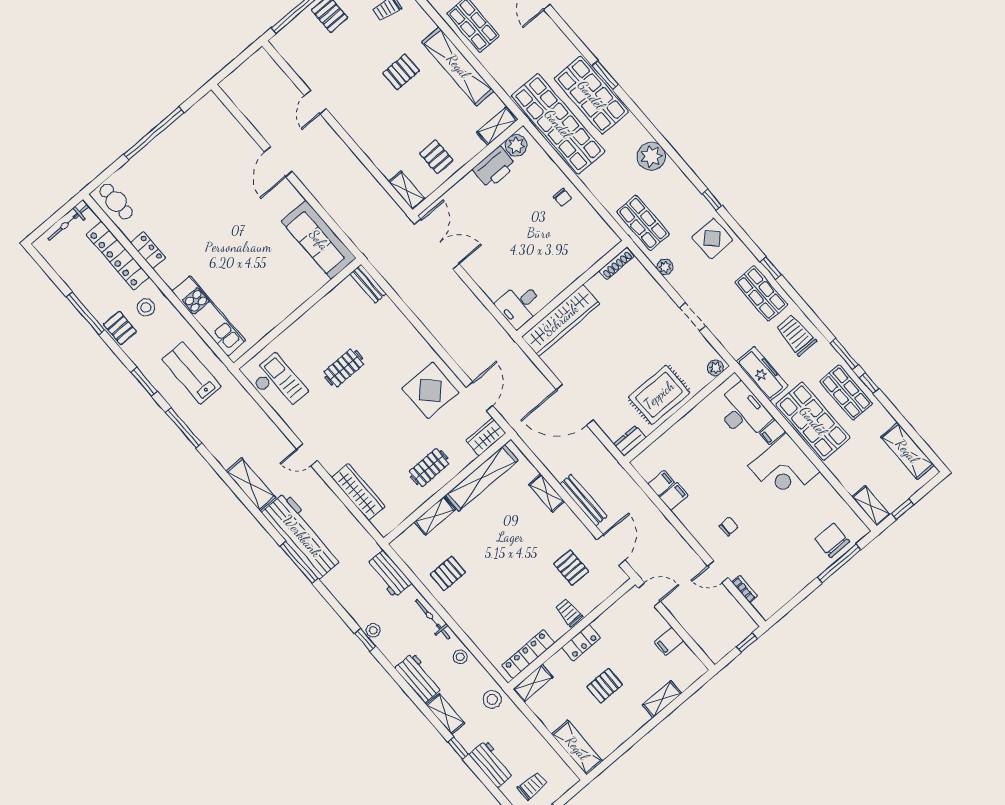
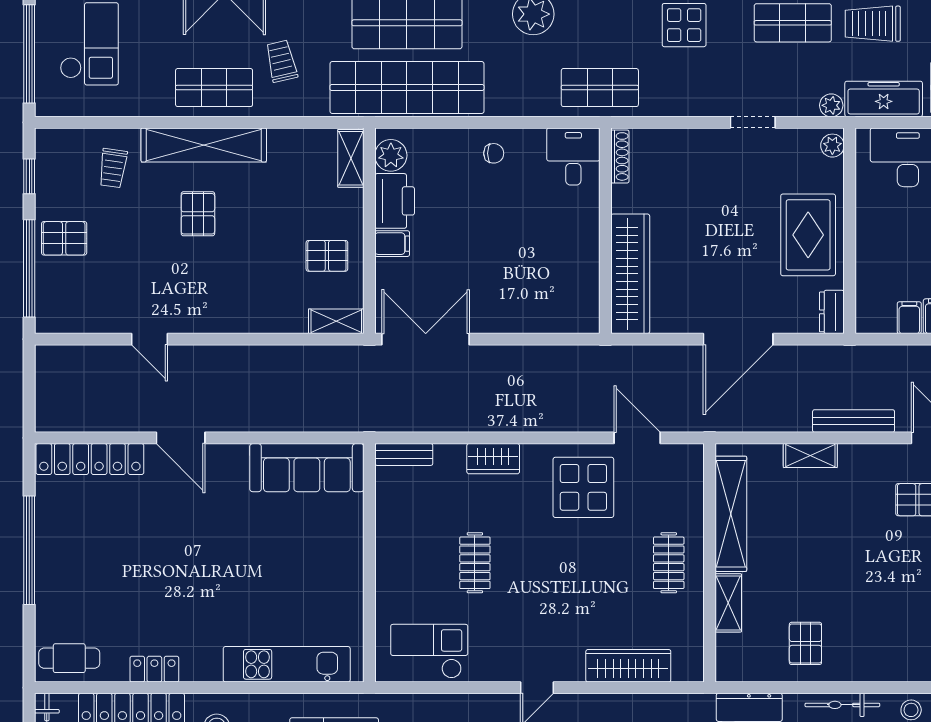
trolley: (516, 48) -> (281, 61), added
shelving: (458, 66) -> (204, 145), moved
locker: (228, 124) -> (90, 459), added
filing cabinet: (471, 185) -> (392, 244), added
plant: (665, 267) -> (831, 105), moved
desk: (520, 305) -> (573, 156), moved, turned 180
wardrobe: (486, 437) -> (493, 459), moved, turned -90

